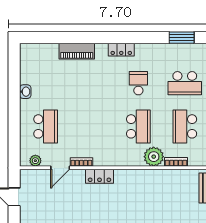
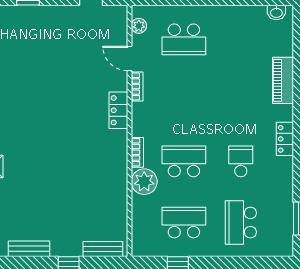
school desk: (138, 83) -> (241, 161), turned -90
washbasin: (25, 92) -> (276, 13), moved
school desk: (138, 126) -> (184, 161), turned 180
bookcase: (176, 162) -> (137, 152), moved

